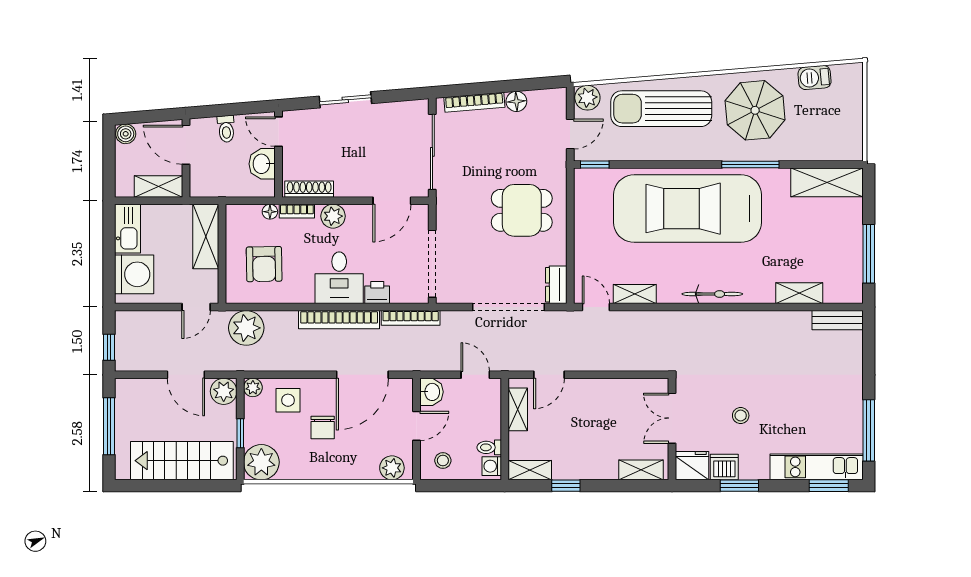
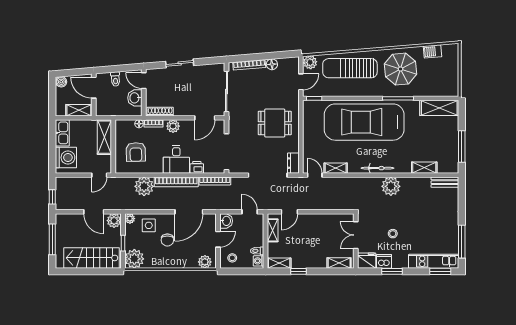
plant: (246, 328) -> (144, 186), moved
plant: (737, 328) -> (391, 186), added

